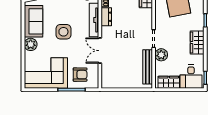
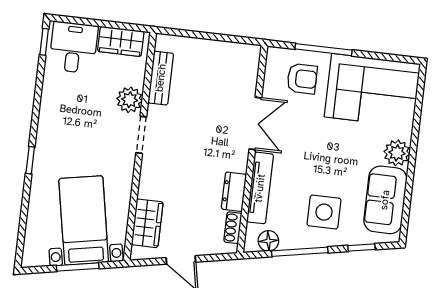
side table: (63, 32) -> (324, 212), moved
wardrobe: (197, 43) -> (52, 116), removed
bench: (148, 67) -> (161, 78), width x0.73
armchair: (80, 75) -> (302, 79), turned 180

